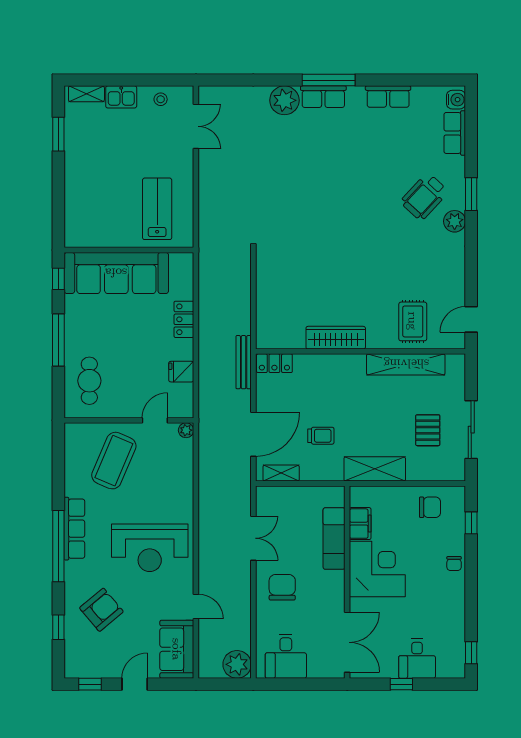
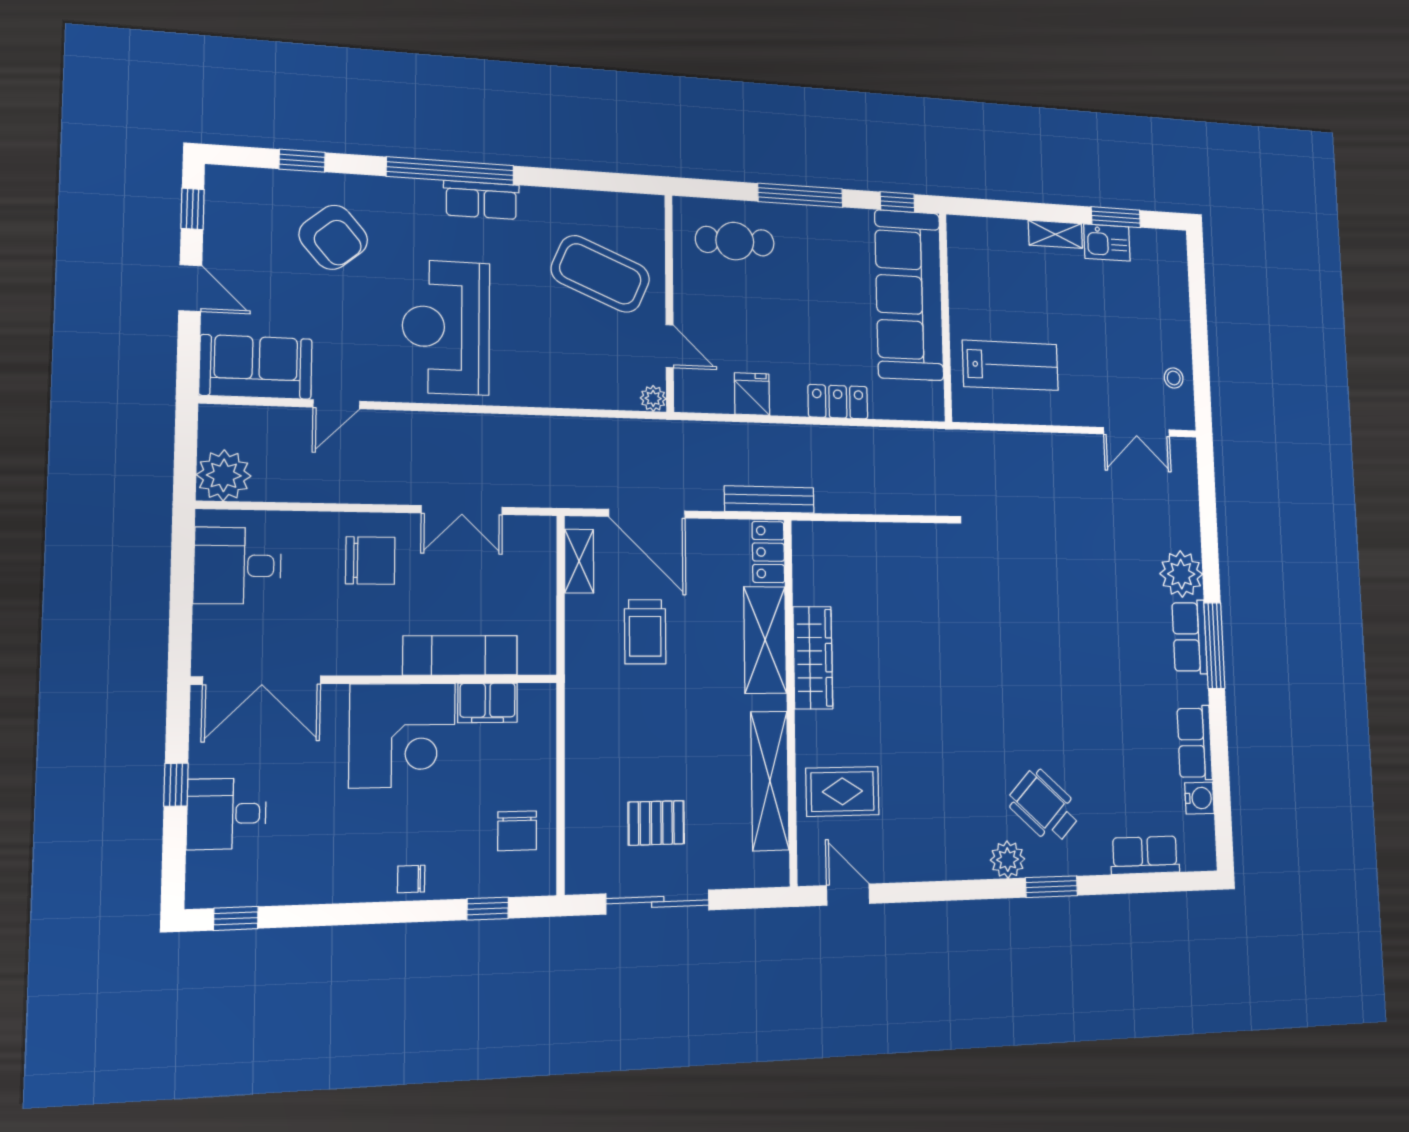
shelving: (86, 94) -> (1055, 234), moved, turned 90
kitchen sink: (121, 97) -> (1107, 243), moved, turned -90
water cooler: (456, 100) -> (1199, 798), moved, turned -90
trolley: (321, 436) -> (645, 632), width x1.36, depth x1.39
shelving: (375, 469) -> (765, 640), moved
row of seats: (74, 529) -> (481, 200), width x0.68

